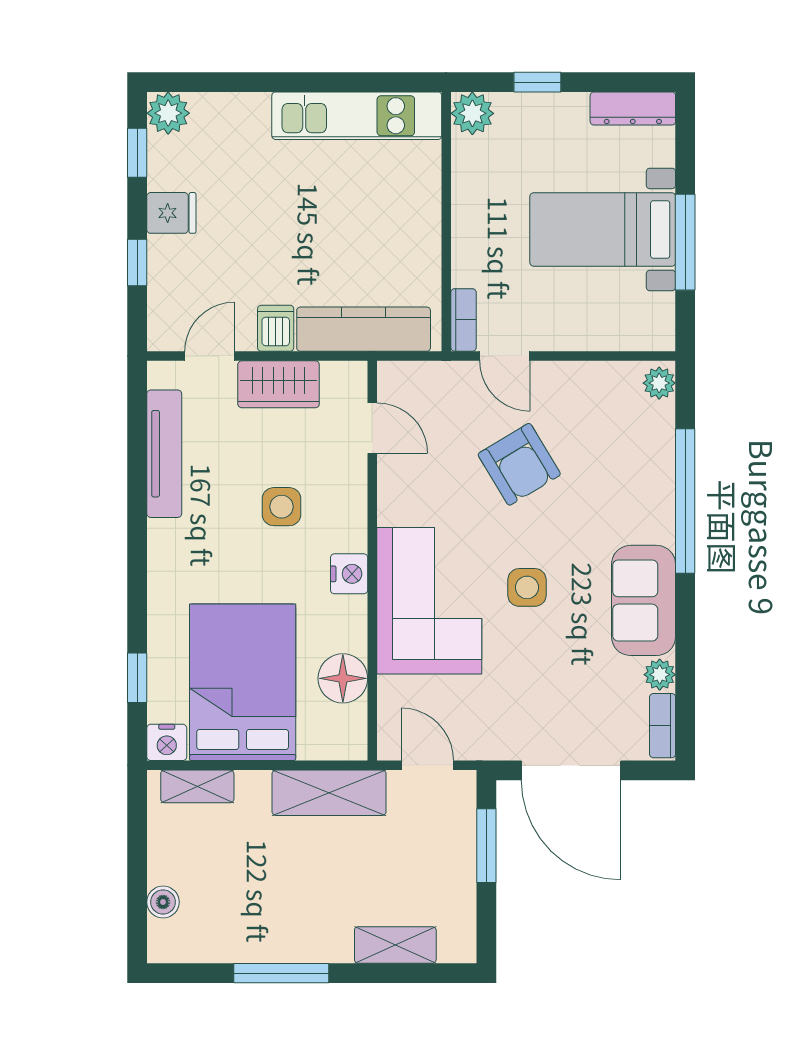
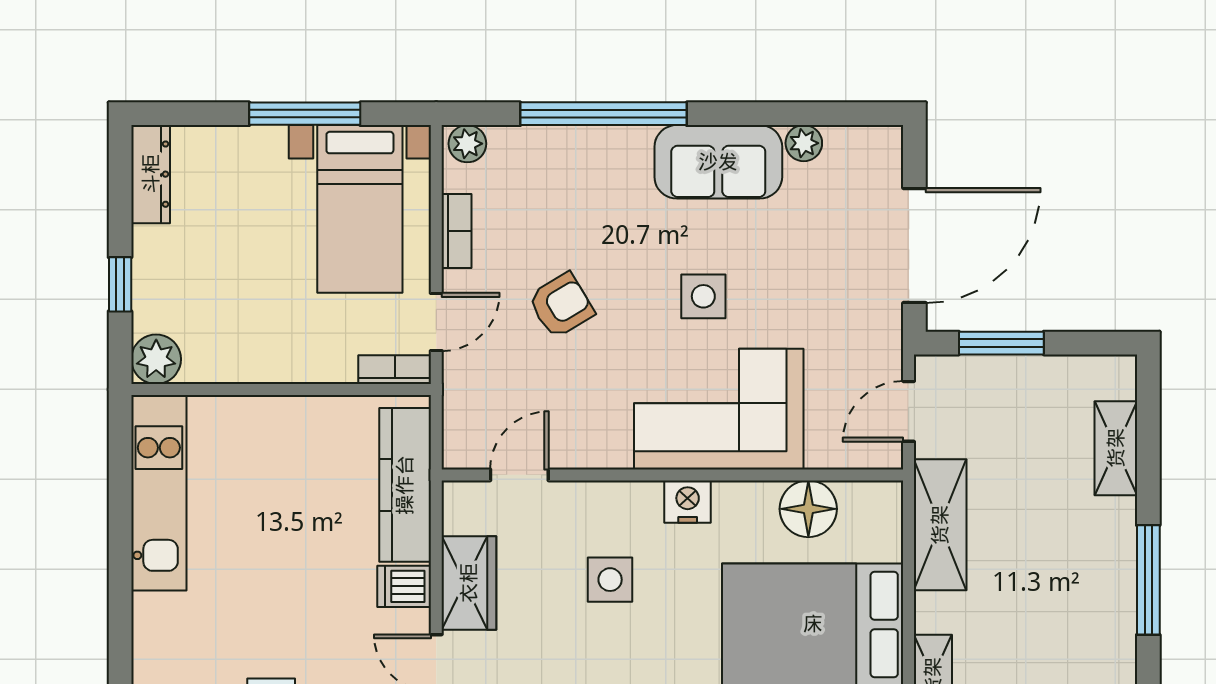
bed with nightstands: (603, 229) -> (360, 209), moved
armchair: (519, 464) -> (561, 305), width x0.72, depth x0.72
bookcase: (663, 726) -> (457, 231), moved, turned -90

